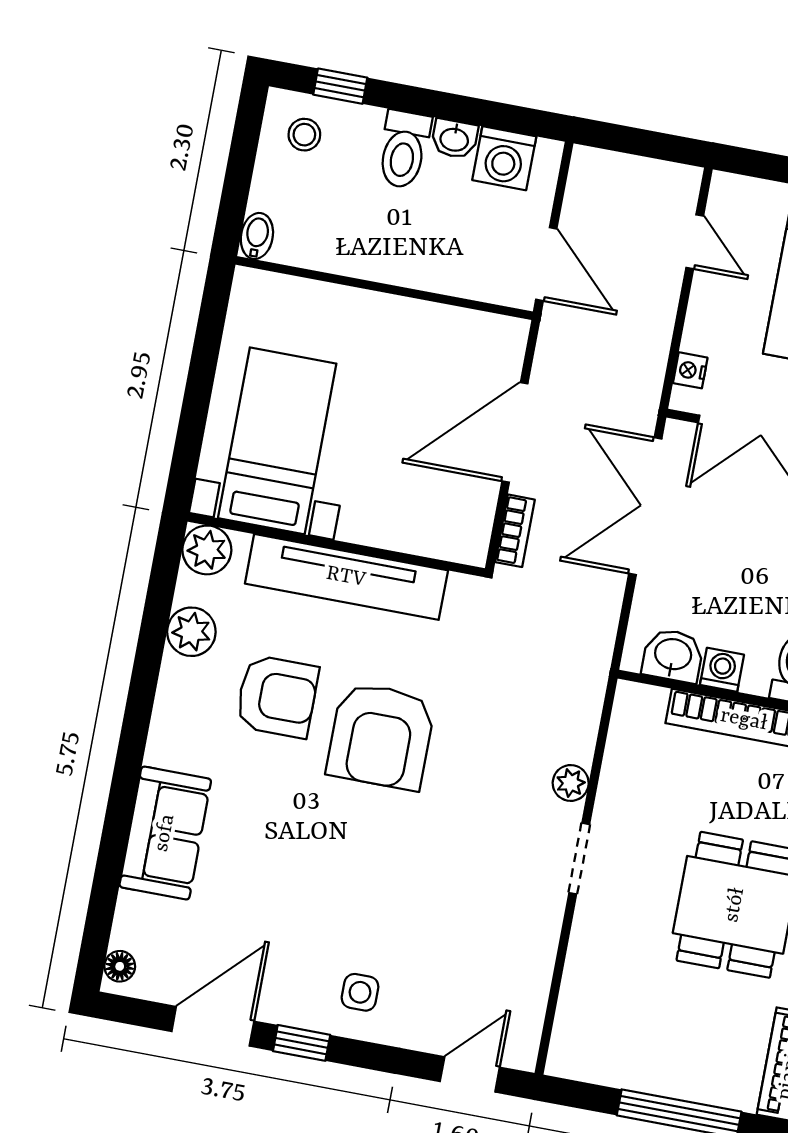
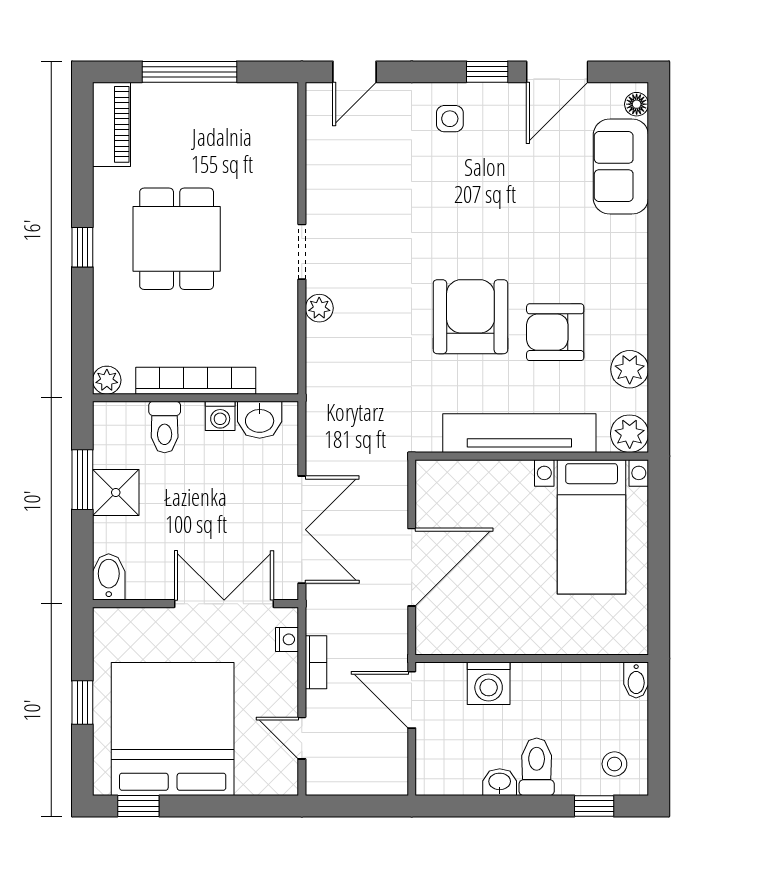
washing machine: (504, 158) -> (489, 683), moved, turned 180
bookcase: (515, 531) -> (316, 662), moved, turned 180
sofa: (165, 833) -> (621, 167), moved

